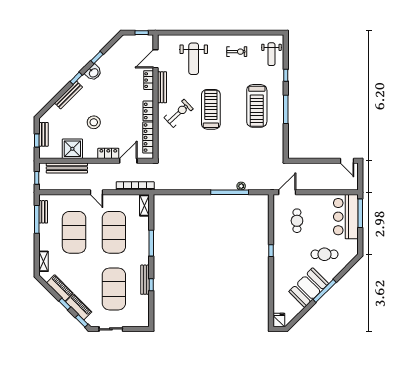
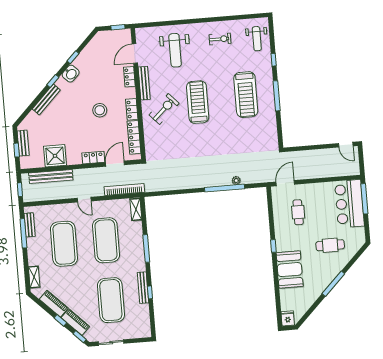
stool: (94, 122) -> (100, 110), moved
booth: (309, 288) -> (290, 270), moved, turned -45

